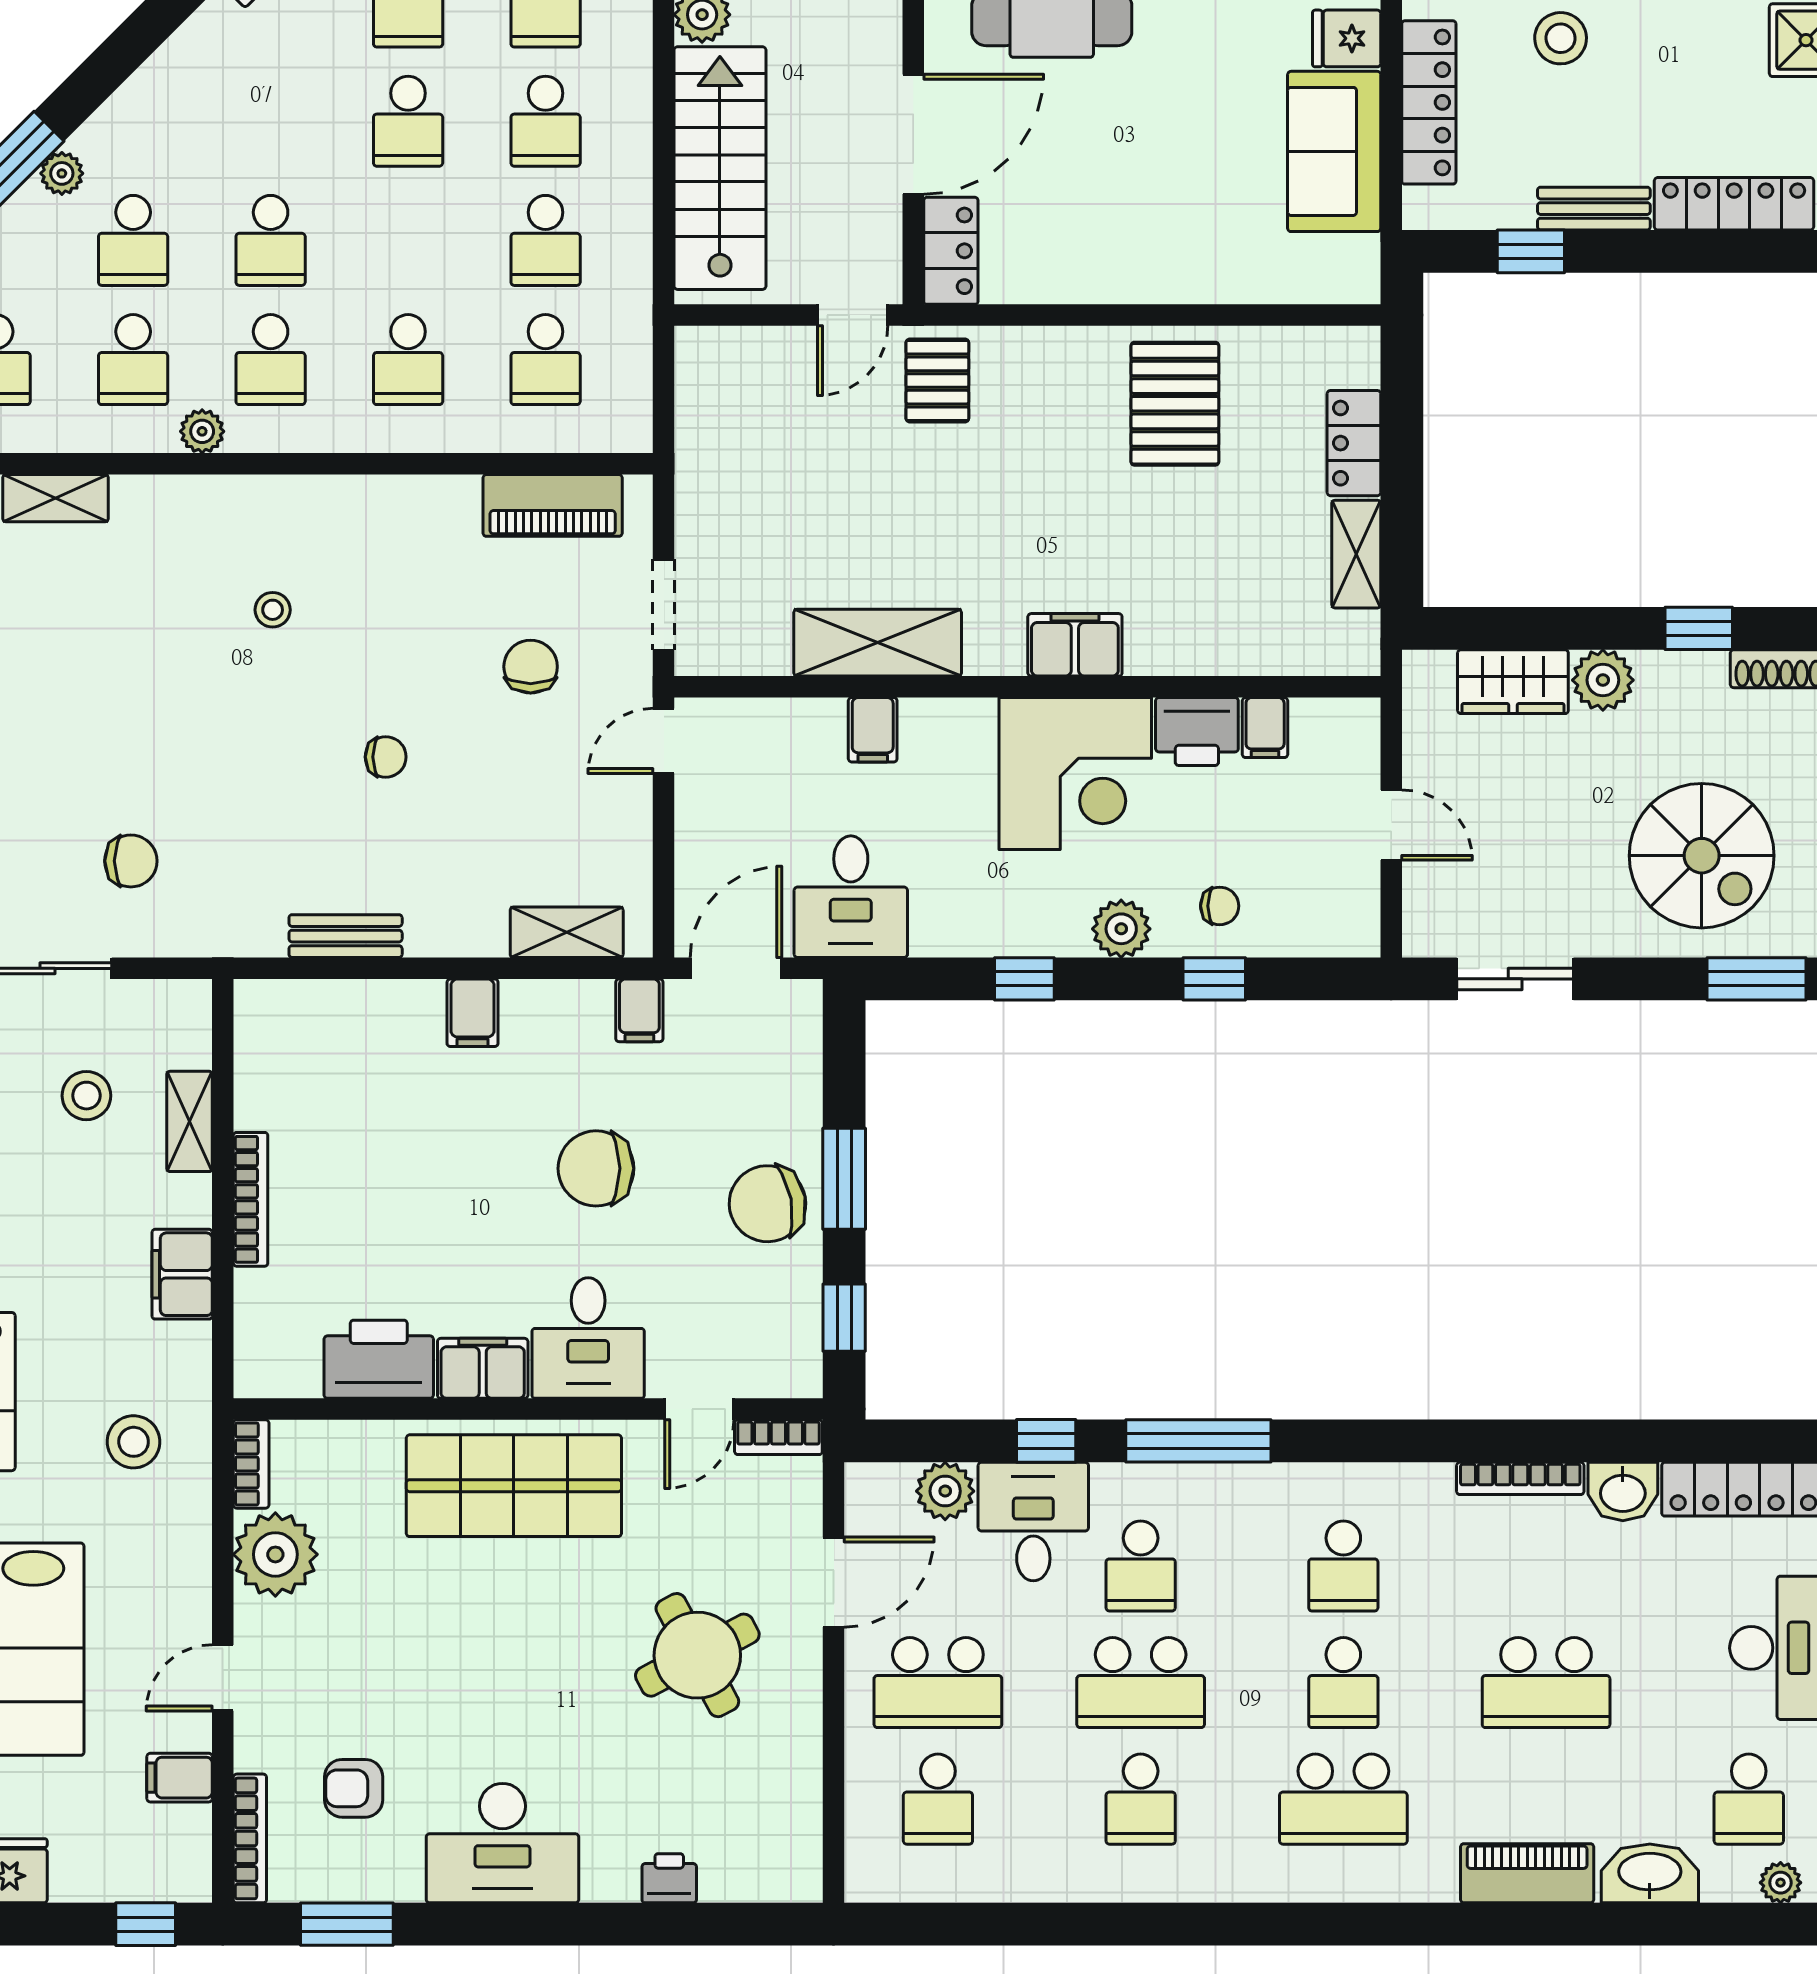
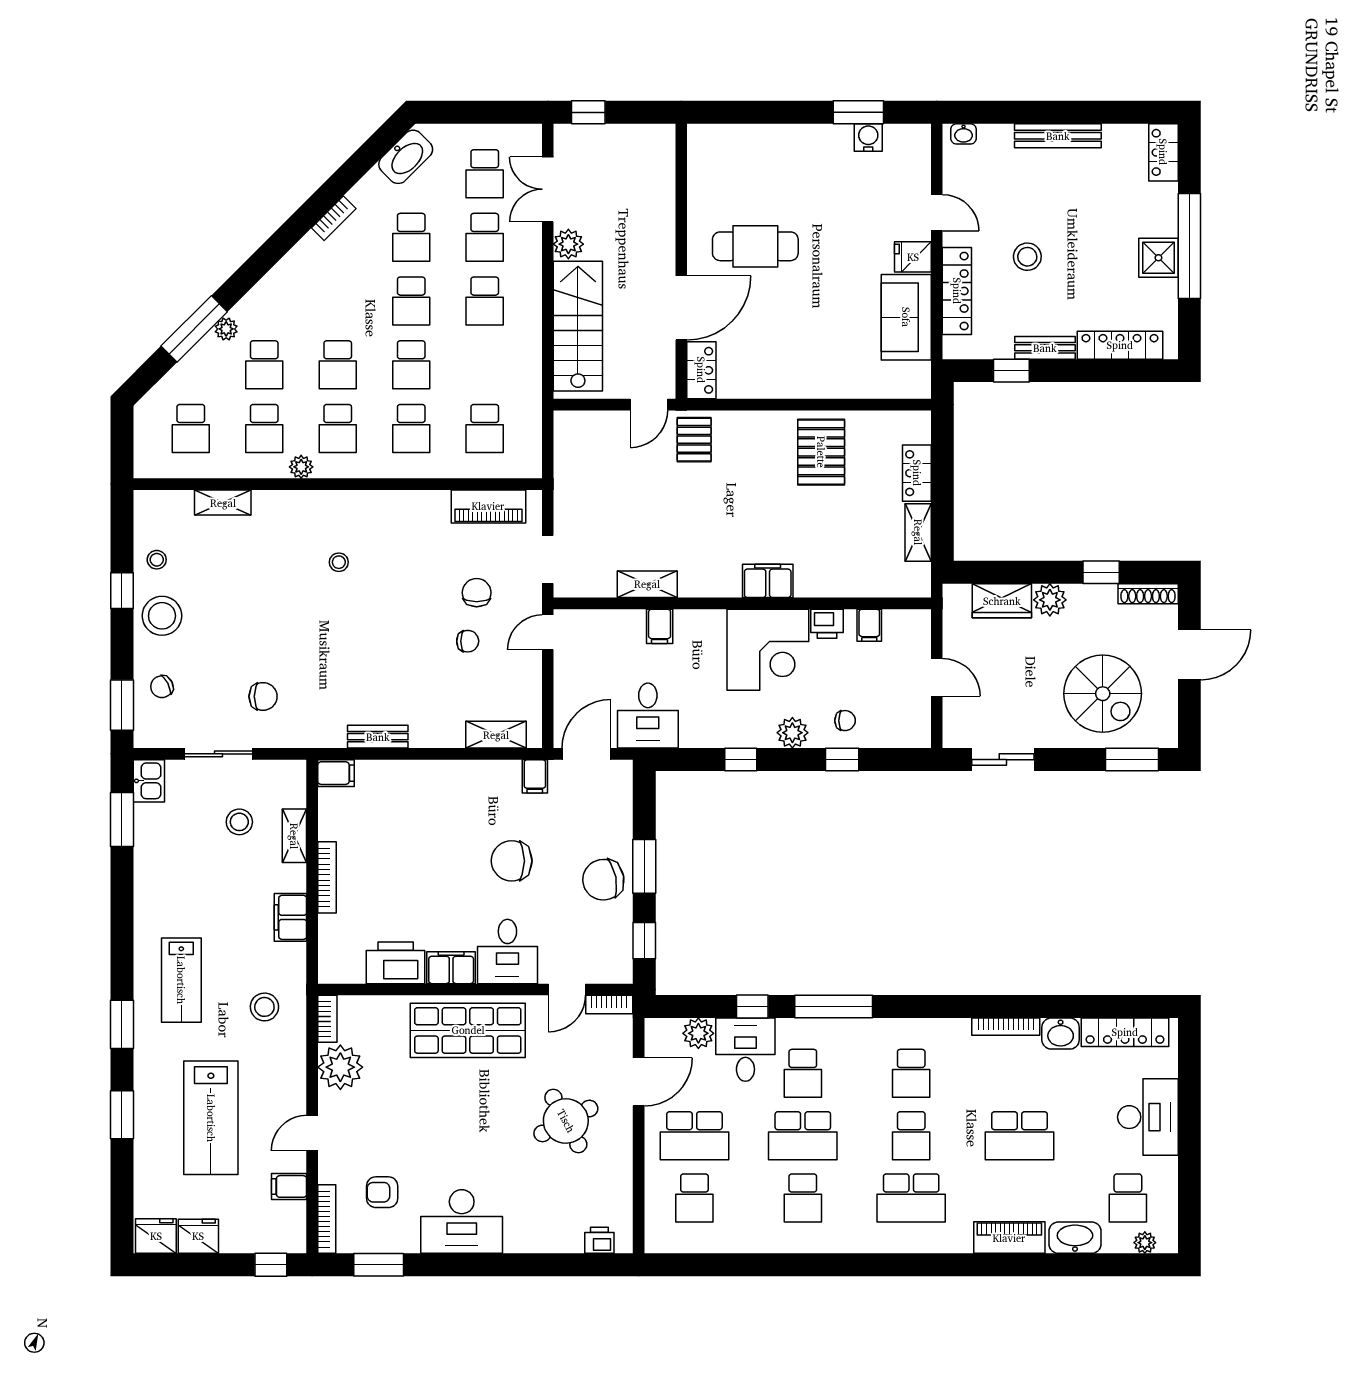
school desk: (546, 240) -> (411, 365), moved
shelving: (878, 643) -> (647, 584), width x0.67, depth x0.75
printer: (1197, 732) -> (827, 624), width x0.73, depth x0.81
chair: (386, 757) -> (468, 641), moved
filing cabinet: (473, 1013) -> (336, 773), moved, turned -90
printer: (669, 1878) -> (599, 1240), moved

